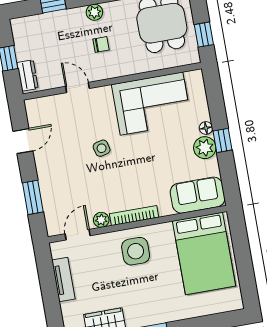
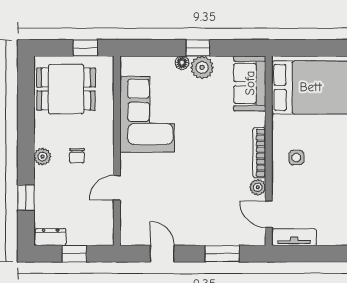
chair: (101, 45) -> (77, 156), turned 180
dresser: (28, 76) -> (51, 237), moved
side table: (102, 148) -> (184, 174), removed
side table: (136, 251) -> (296, 158), width x0.54, depth x0.54
tv unit: (63, 280) -> (294, 237), moved

